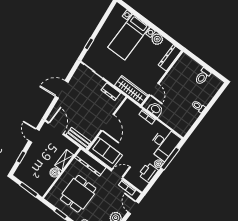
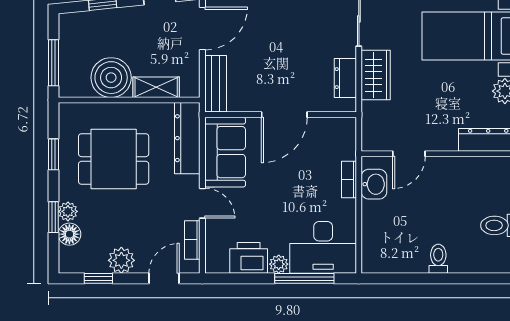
wardrobe: (131, 90) -> (376, 75), moved, width x0.67
boiler: (55, 172) -> (111, 78), width x1.86, depth x1.86

